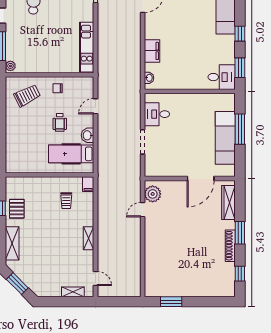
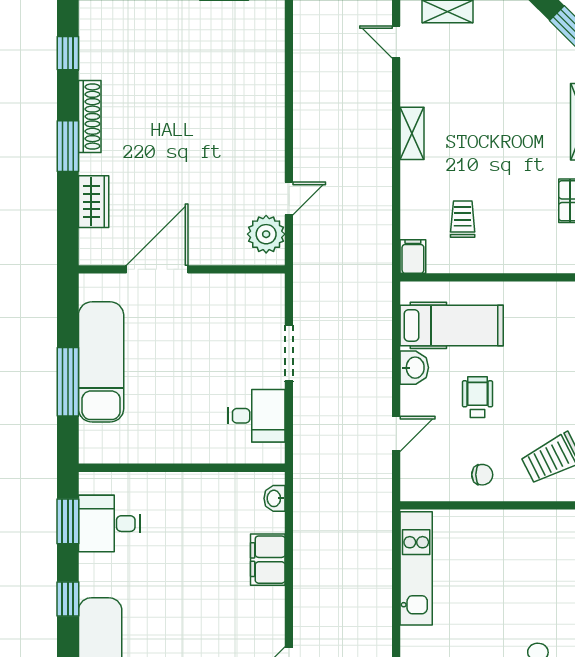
desk: (222, 77) -> (109, 524), moved
wardrobe: (228, 203) -> (94, 202), width x0.67

